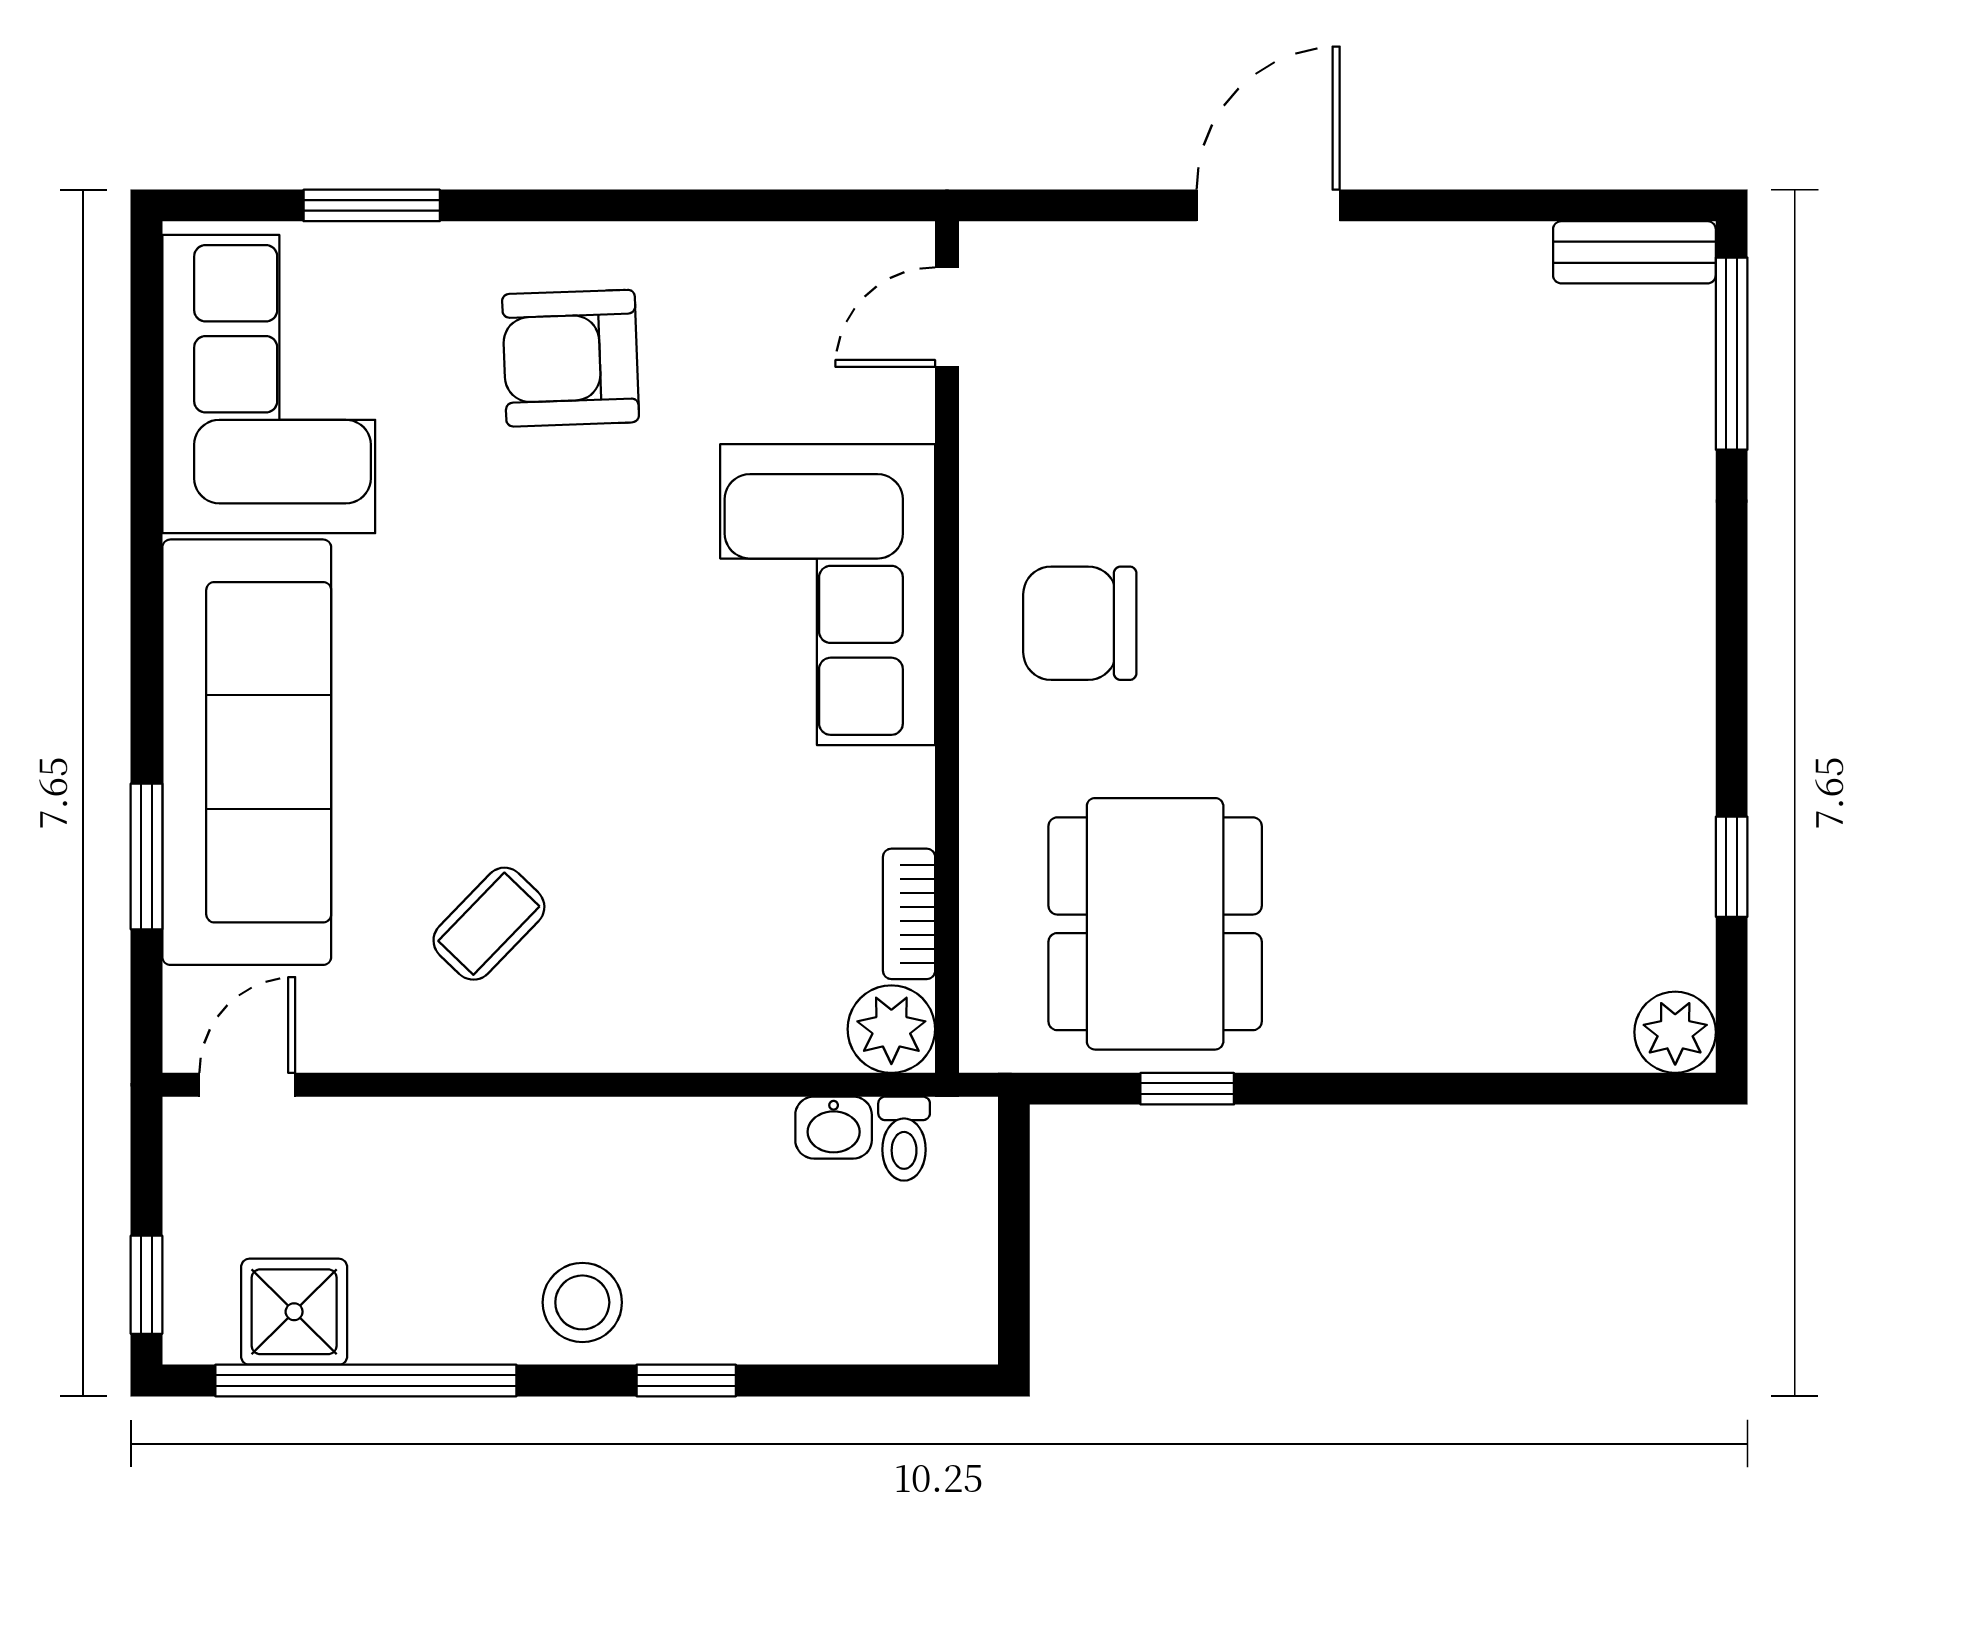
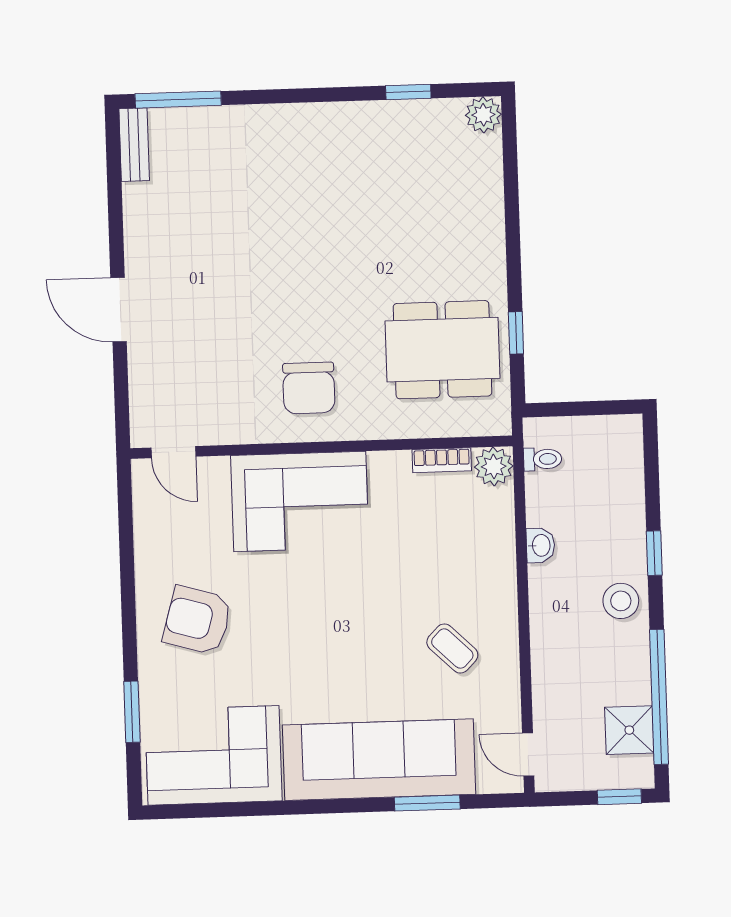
armchair: (571, 358) -> (197, 620), turned 108
washbasin: (834, 1128) -> (540, 545), moved

